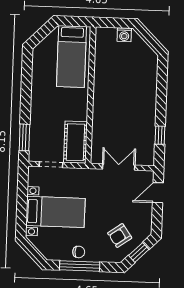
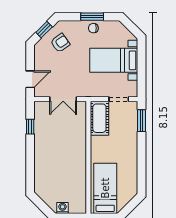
window: (80, 266) -> (92, 17), width x0.69

